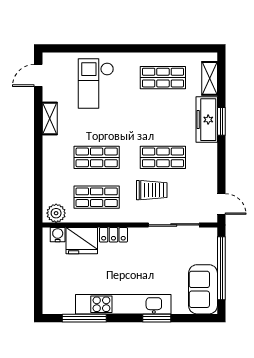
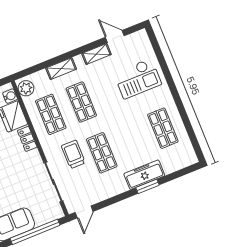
door: (38, 75) -> (115, 36), moved
shelving: (210, 78) -> (61, 69), moved
checkout: (96, 83) -> (138, 79), turned 180
trolley: (152, 190) -> (73, 154), turned 180

